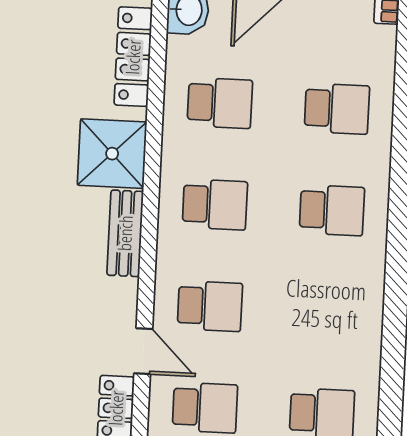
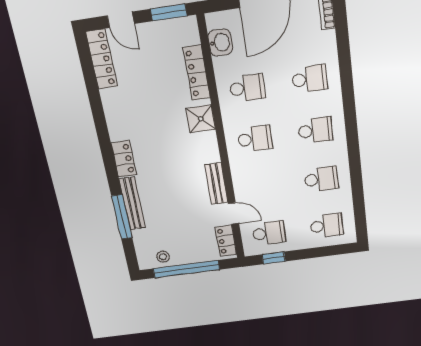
shower: (112, 154) -> (201, 119), width x0.73, depth x0.73
bench: (125, 233) -> (216, 184), moved
school desk: (210, 306) -> (321, 179), moved

